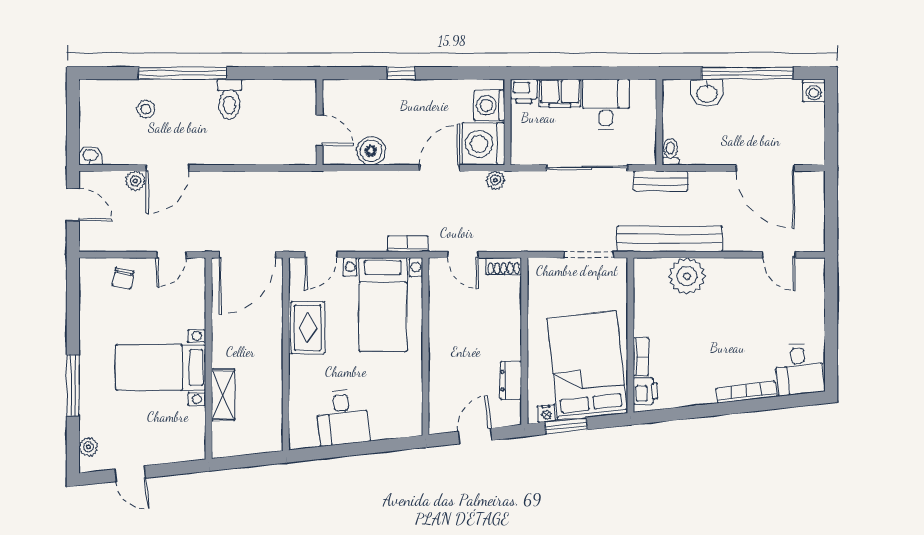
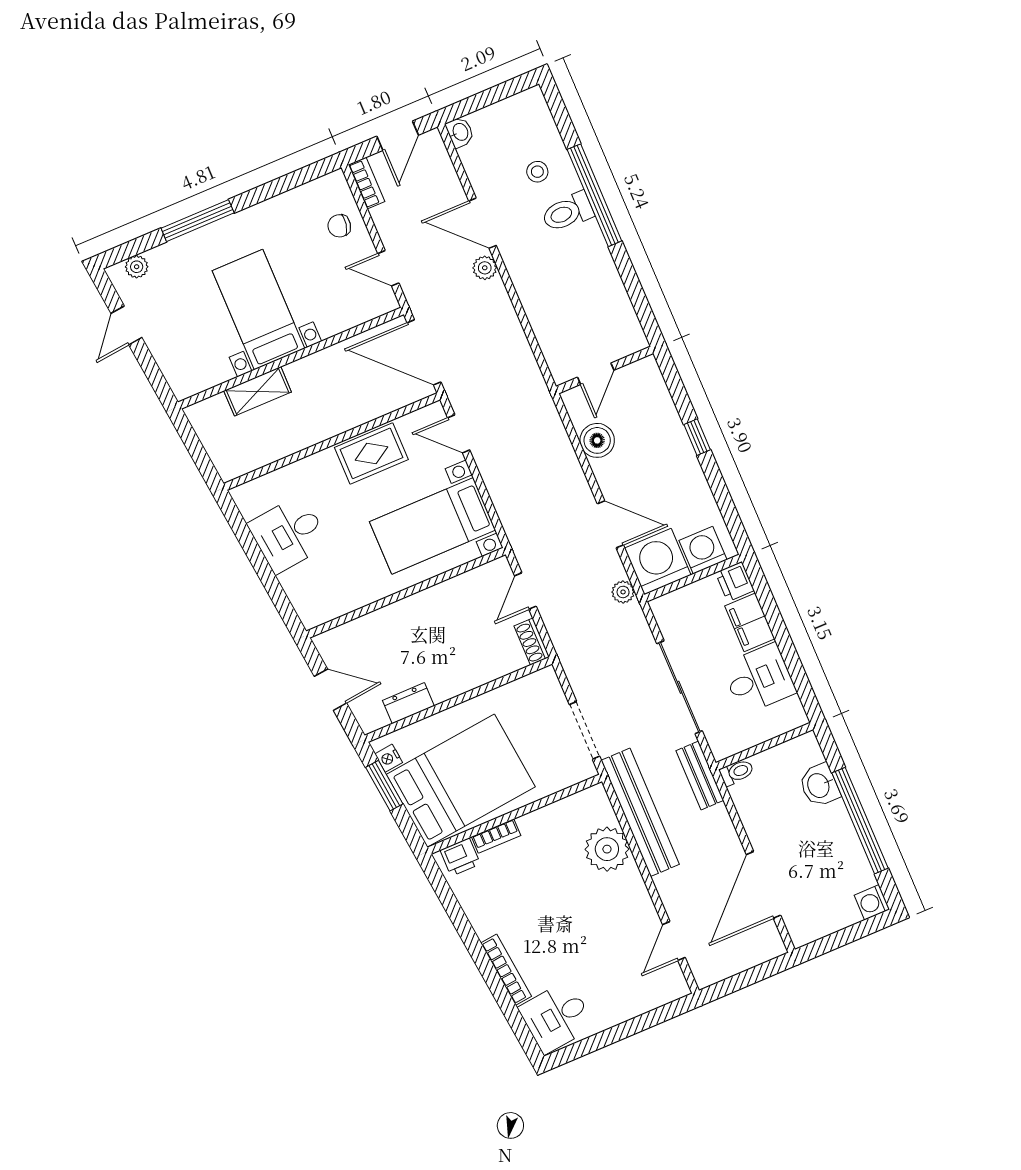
toilet: (229, 99) -> (568, 212), moved
plant: (135, 181) -> (485, 268), moved
bookcase: (408, 244) -> (366, 183), moved

